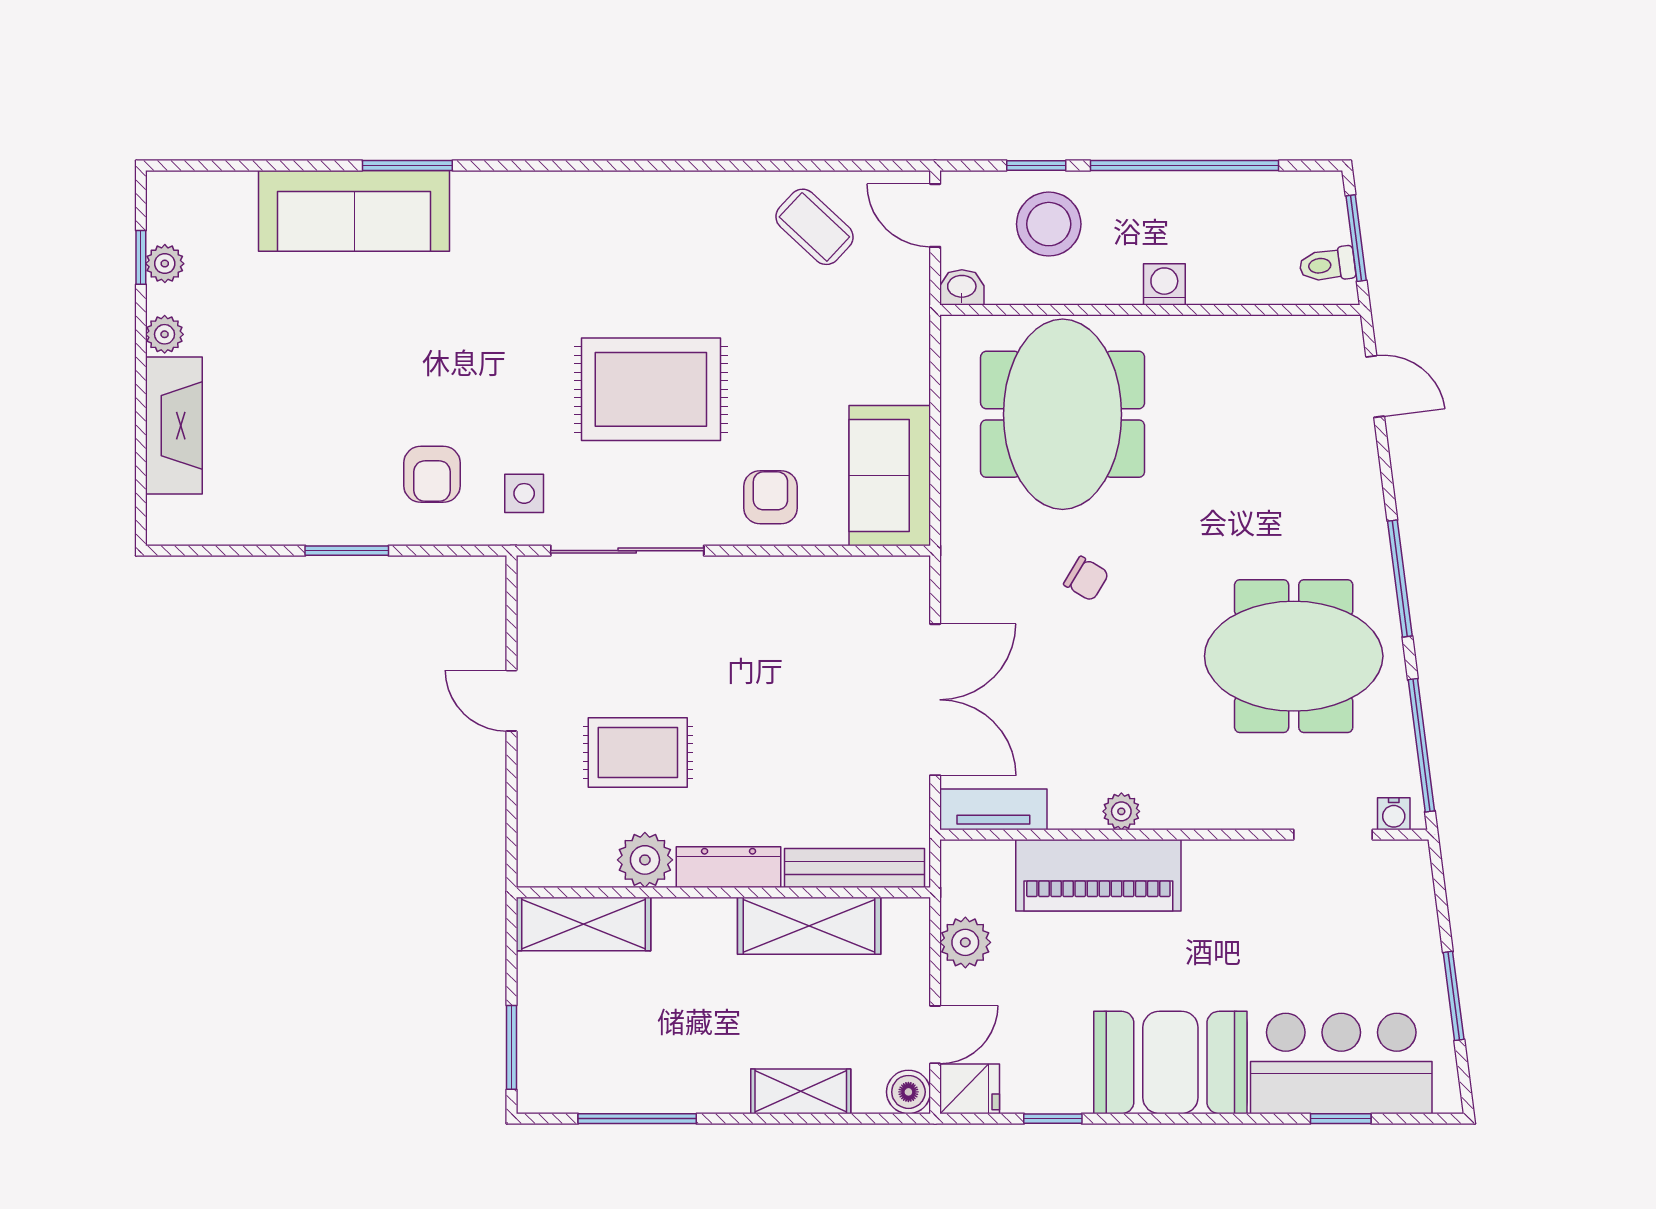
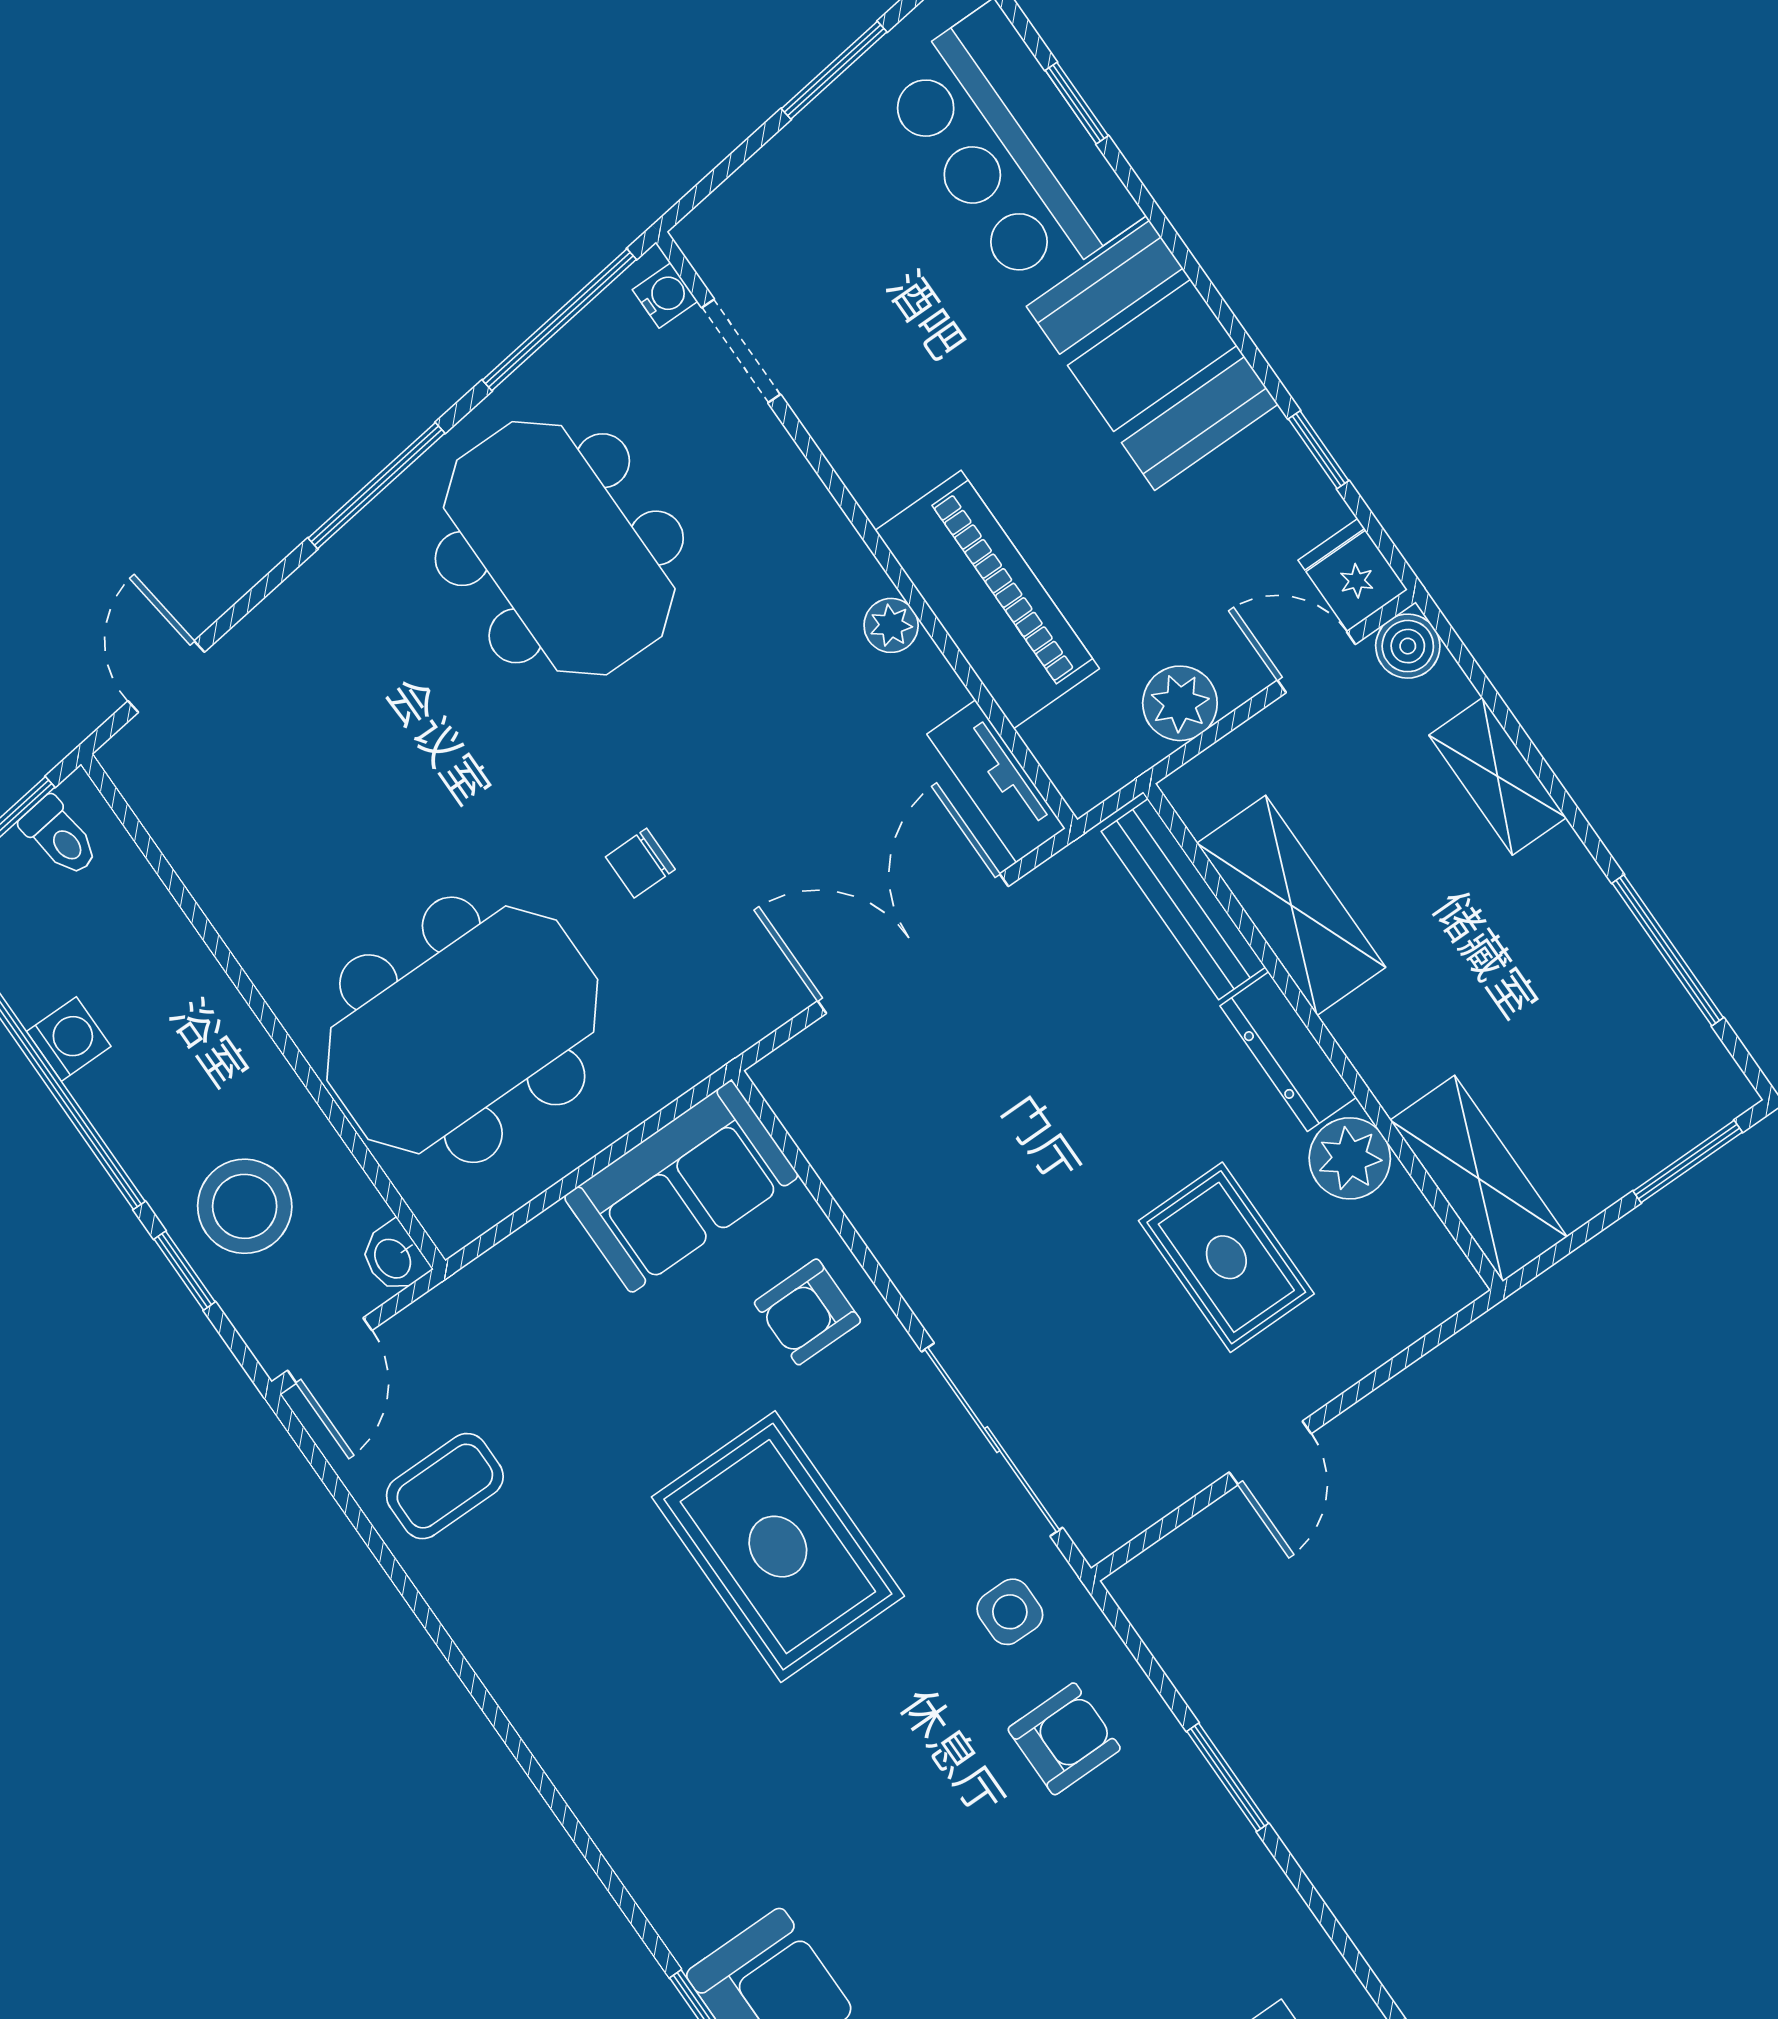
coffee table: (814, 227) -> (445, 1486), turned 47
washing machine: (1164, 284) -> (69, 1039), moved, turned 180
chair: (1086, 579) -> (640, 863), turned -121

